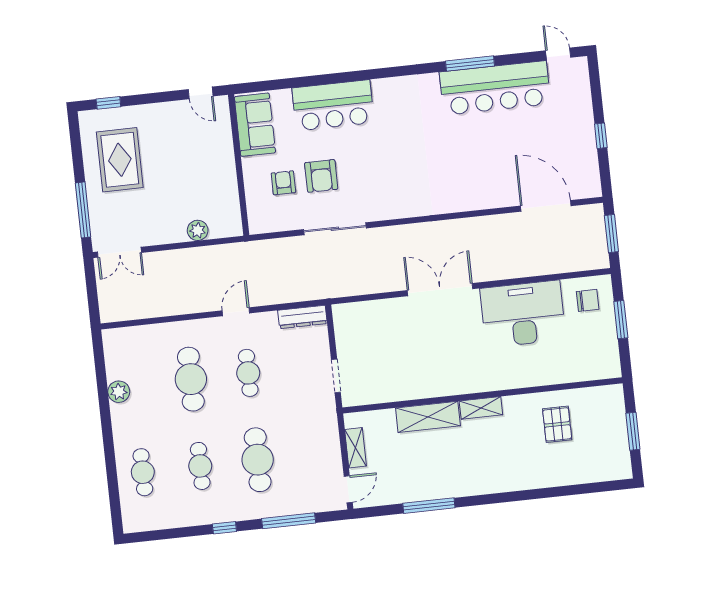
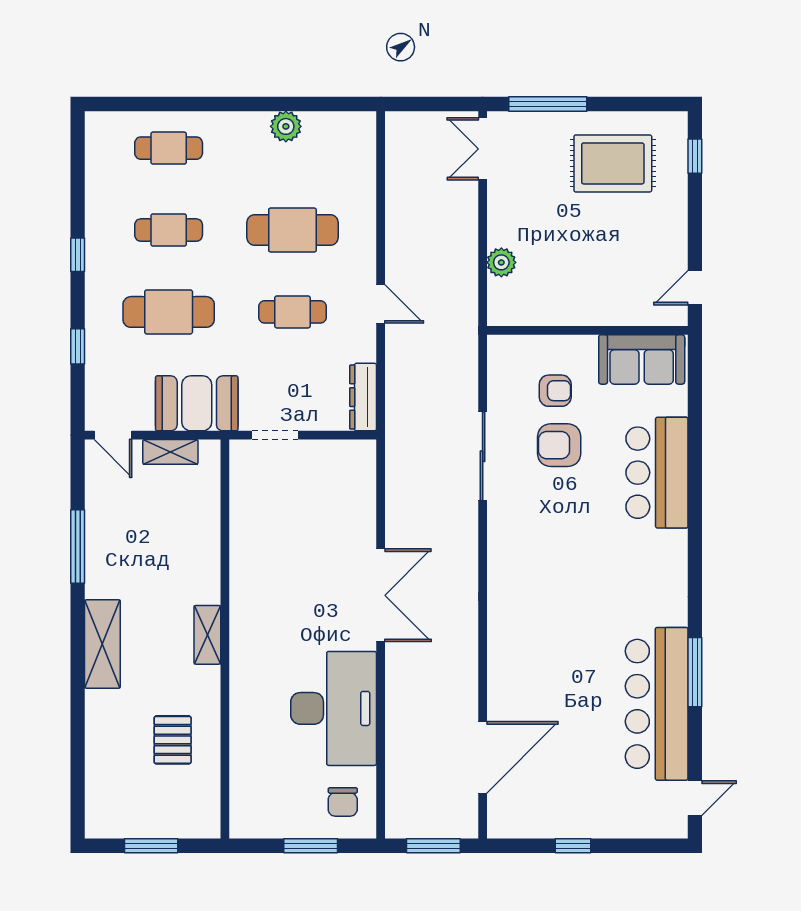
shelving: (428, 417) -> (102, 644), moved
pallet: (557, 424) -> (173, 740), turned 90
booth: (320, 433) -> (197, 403), added
window: (289, 521) -> (78, 346), width x0.46

